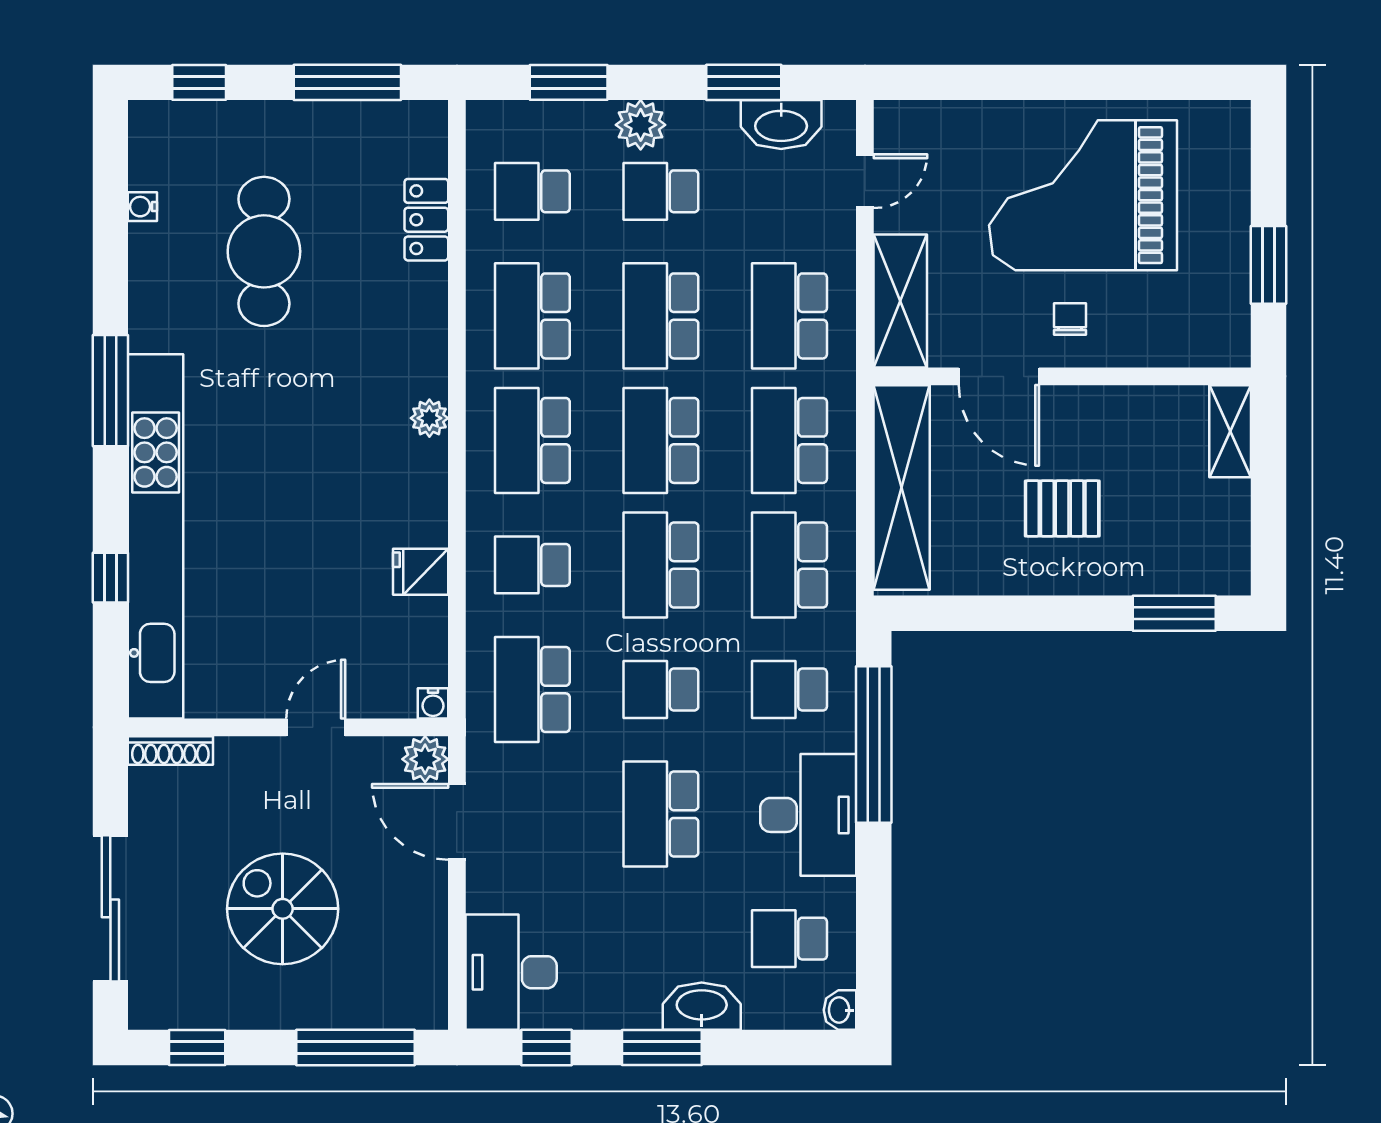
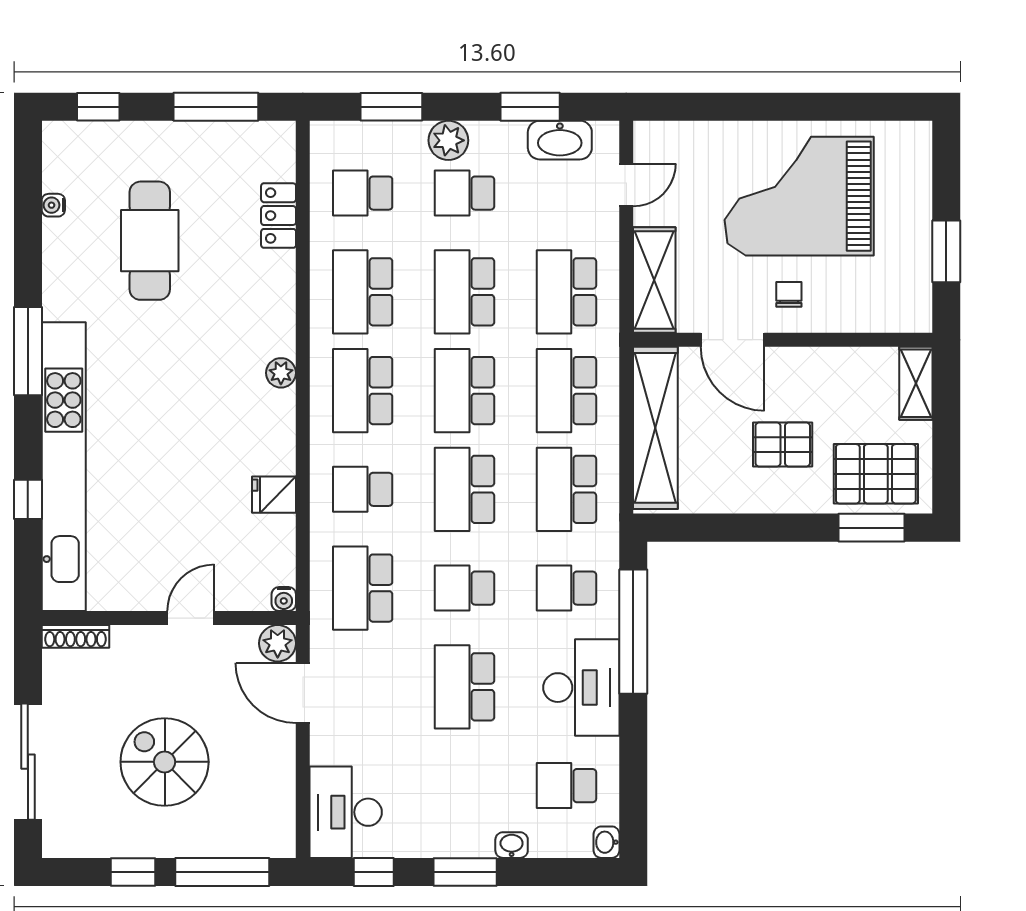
pallet: (1180, 545) -> (876, 474), added
washbasin: (702, 1006) -> (512, 845), width x0.52, depth x0.69
window: (197, 1048) -> (133, 872), moved

